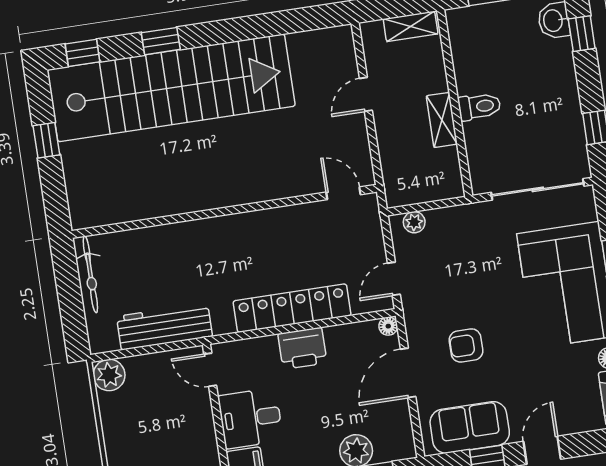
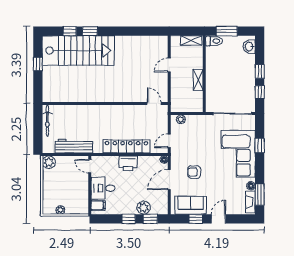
window: (582, 34) -> (260, 71), moved
window: (83, 53) -> (70, 31), moved
stairs: (171, 88) -> (78, 51), width x0.73
toilet: (479, 107) -> (214, 41), moved

